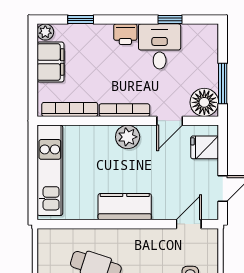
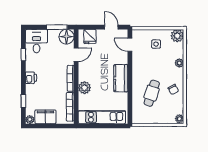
desk: (160, 46) -> (36, 41), moved, turned 90
door: (170, 121) -> (76, 55), hinge flipped
plant: (128, 137) -> (84, 88), moved

